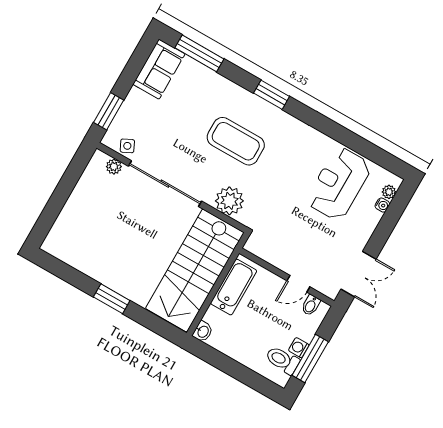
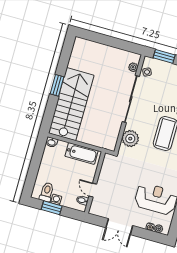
stairs: (195, 271) -> (71, 104), moved, turned 90
double door: (359, 274) -> (119, 227), moved
window: (310, 359) -> (52, 208), width x0.69

